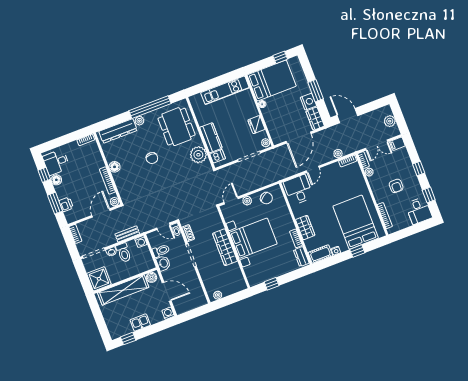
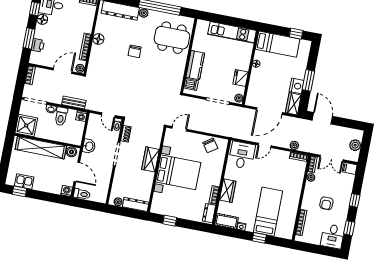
bed: (272, 80) -> (278, 44), width x0.67
dining table: (177, 127) -> (172, 38), turned 90
plant: (198, 155) -> (176, 73), removed
plant: (247, 201) -> (193, 137), removed
bed: (356, 222) -> (268, 212), width x0.67
wardrobe: (225, 247) -> (150, 159), width x0.67
toilet: (161, 251) -> (82, 194), moved
dresser: (234, 288) -> (136, 204), added
kitchen sink: (140, 323) -> (24, 181), moved

